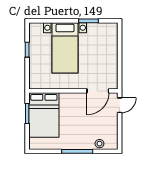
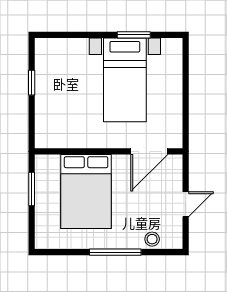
bed with nightstands: (65, 48) -> (125, 80), moved
door: (120, 105) -> (186, 204), moved
bed: (44, 115) -> (86, 192), moved

